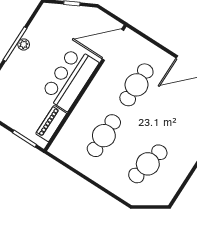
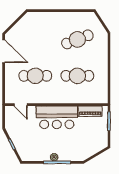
door: (113, 45) -> (21, 105), width x0.53
cafe table: (148, 164) -> (77, 39), turned -33

